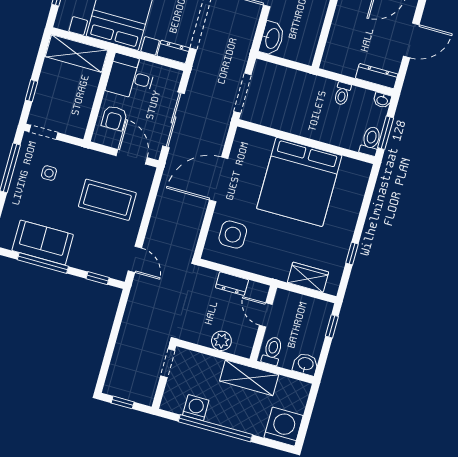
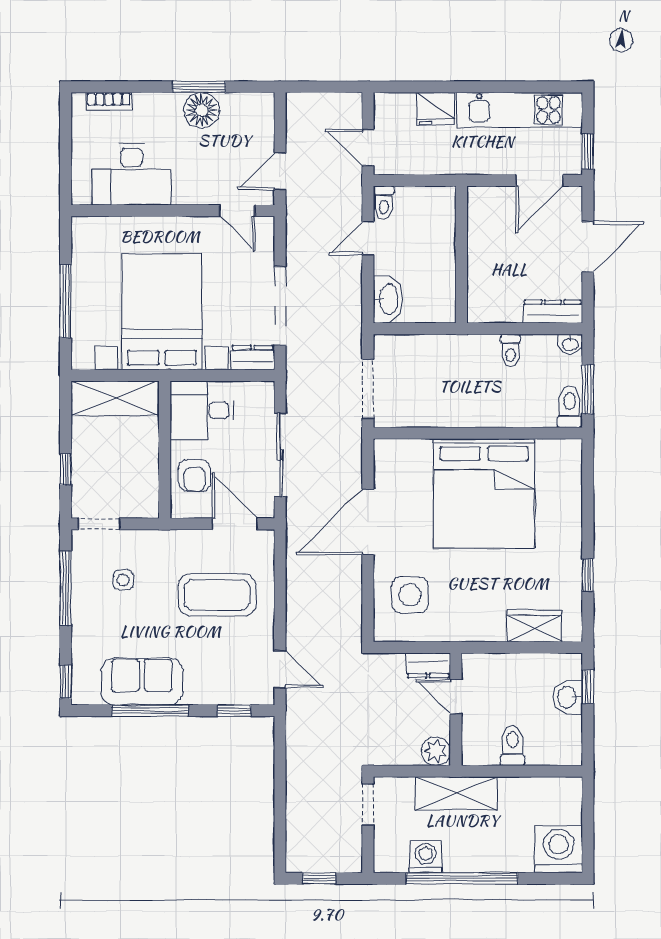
door: (266, 315) -> (456, 697), moved
wall: (263, 323) -> (456, 709), moved
washbasin: (306, 364) -> (568, 697), moved, turned -90
shelving: (249, 378) -> (456, 793), moved

